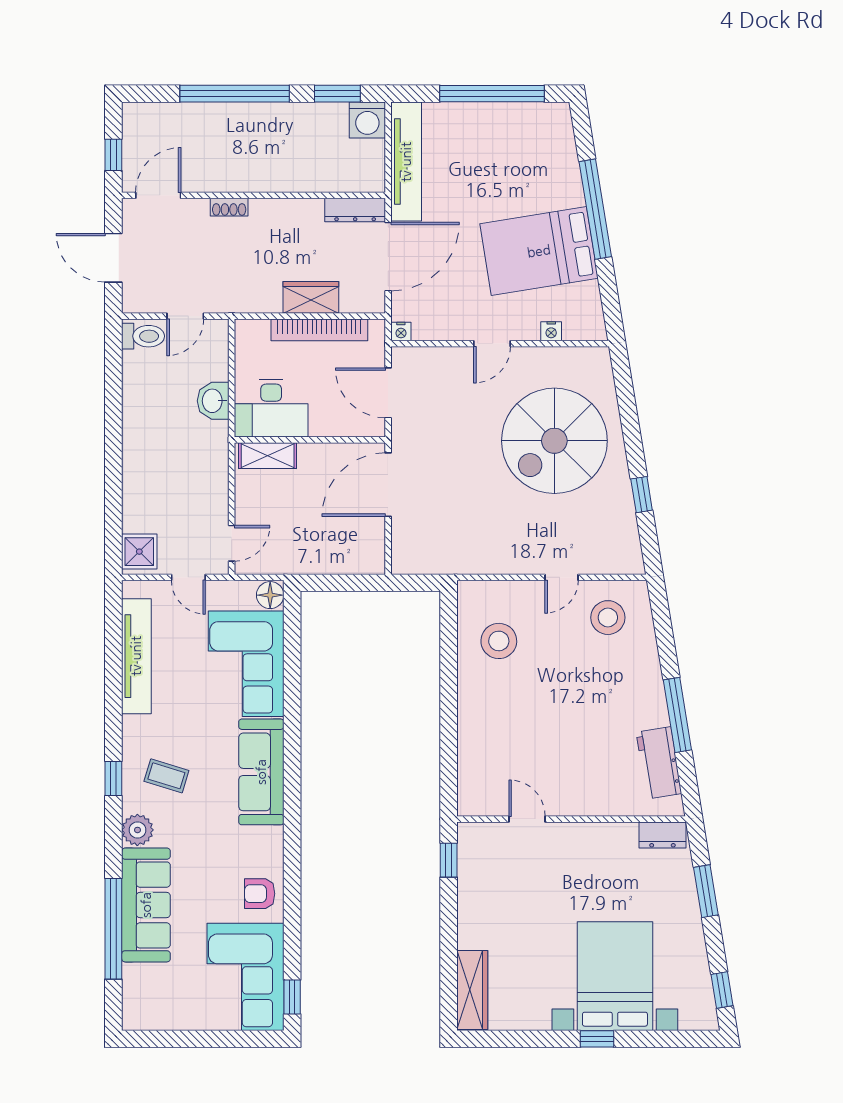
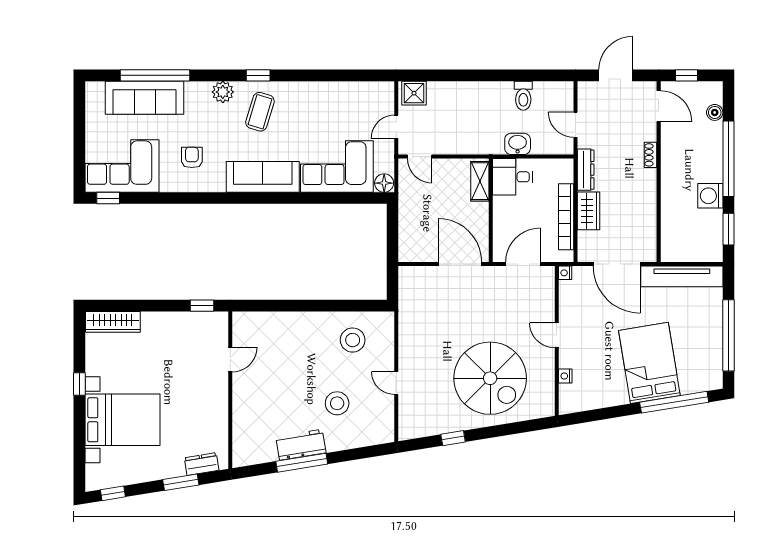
boiler: (167, 114) -> (715, 112), added
washing machine: (367, 120) -> (710, 196), moved
window: (595, 209) -> (674, 402), moved
dresser: (355, 210) -> (586, 170), moved, turned 180
bed: (539, 251) -> (649, 363), moved
toilet: (143, 336) -> (523, 96), moved
desk: (271, 408) -> (512, 177), width x0.73
spiral stairs: (554, 441) -> (490, 378), turned 180
stool: (608, 618) -> (337, 403), moved
tv unit: (136, 656) -> (342, 91), removed
workbench: (659, 763) -> (301, 445), moved
coffee table: (166, 776) -> (260, 112), width x1.36, depth x1.30
dresser: (662, 835) -> (202, 464), moved, turned 81
armchair: (260, 894) -> (192, 157), moved
sofa: (146, 905) -> (145, 98), moved
window: (597, 1039) -> (79, 384), moved

